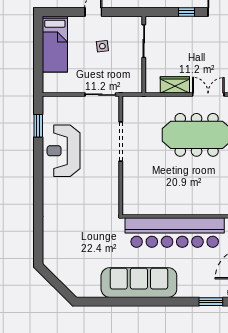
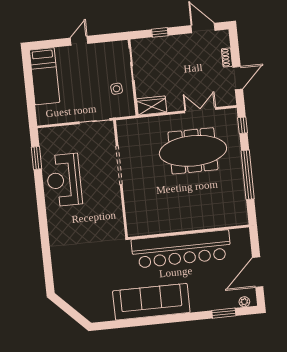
window: (187, 12) -> (160, 32), moved
side table: (102, 46) -> (117, 89), moved
wardrobe: (175, 85) -> (152, 106), moved

